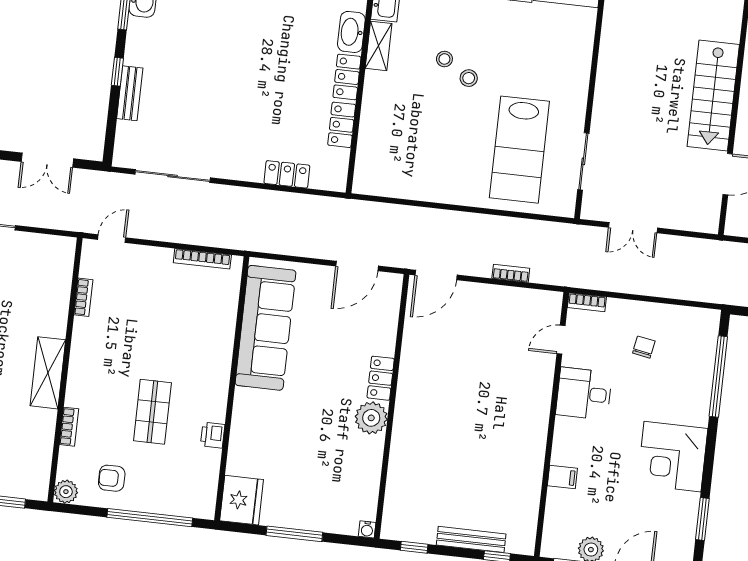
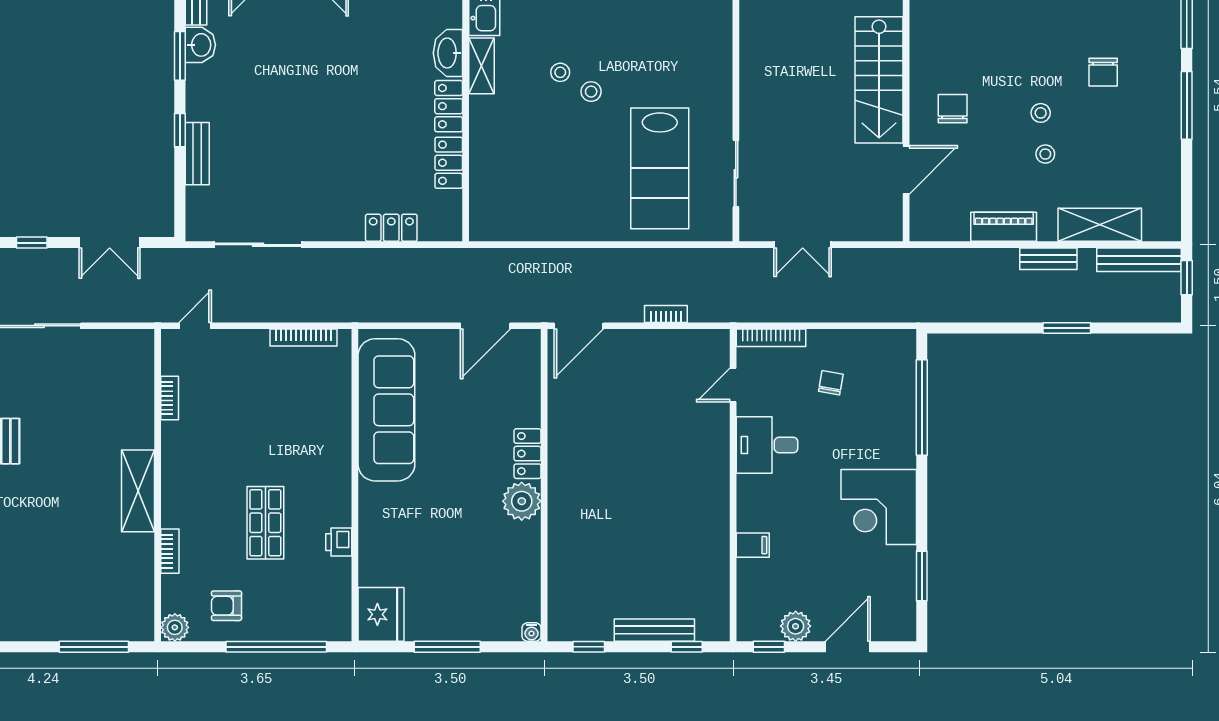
bookcase: (587, 302) -> (771, 338), width x1.56

